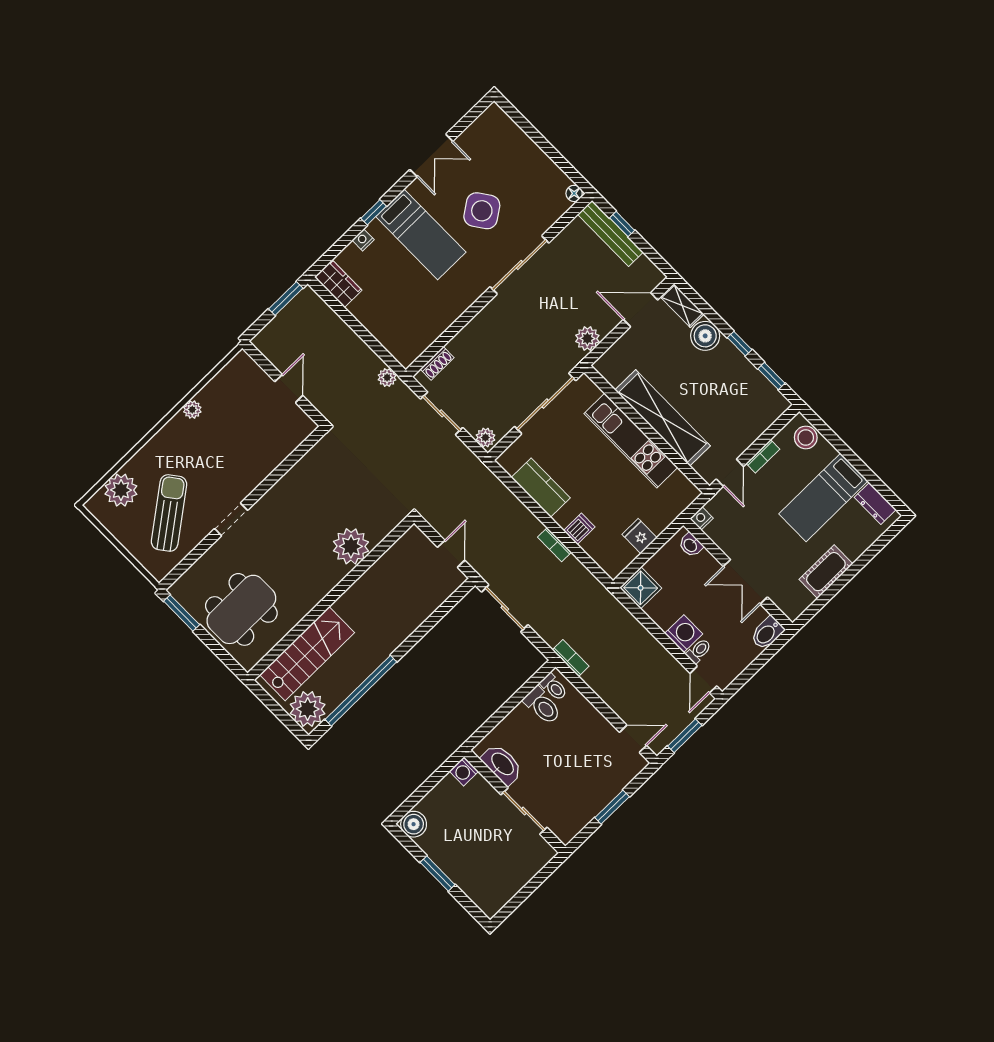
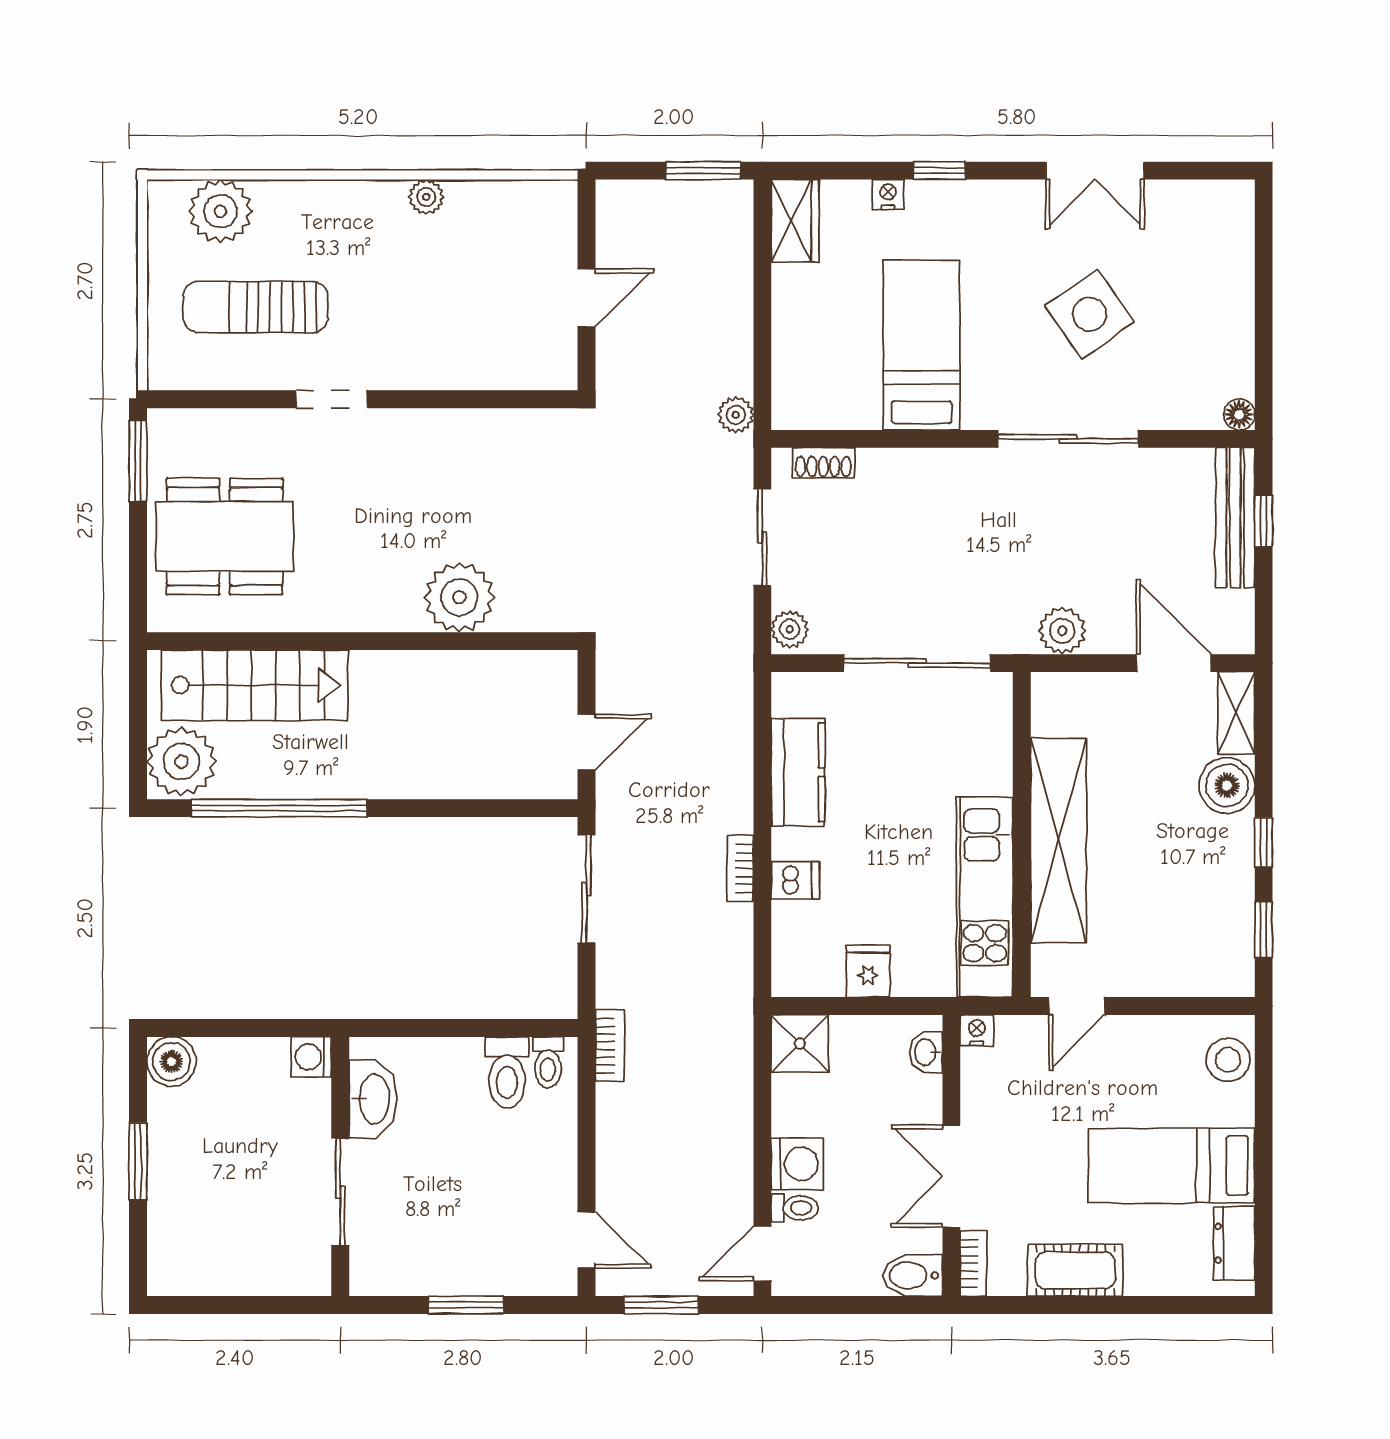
bed: (421, 234) -> (921, 345), moved, turned 180
kitchen unit: (631, 440) -> (985, 897), moved
bookcase: (763, 456) -> (973, 1263), moved, turned -90
sun lounger: (169, 513) -> (255, 307), turned -143

